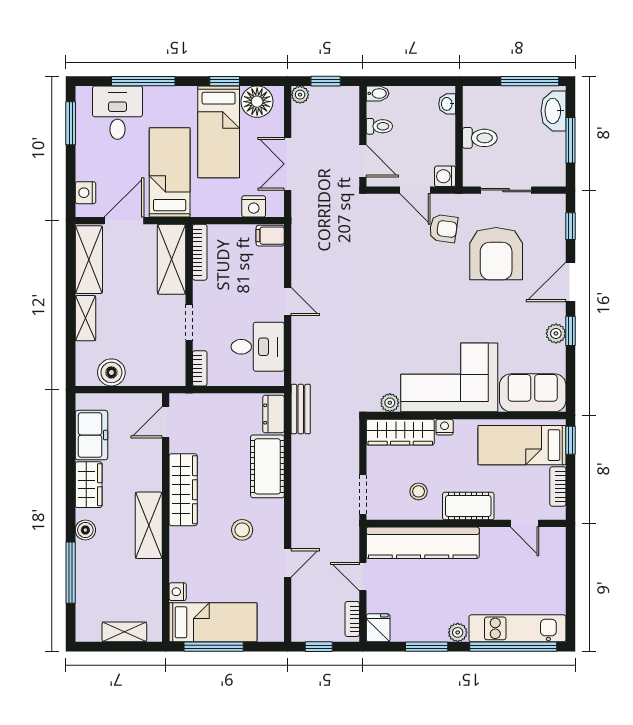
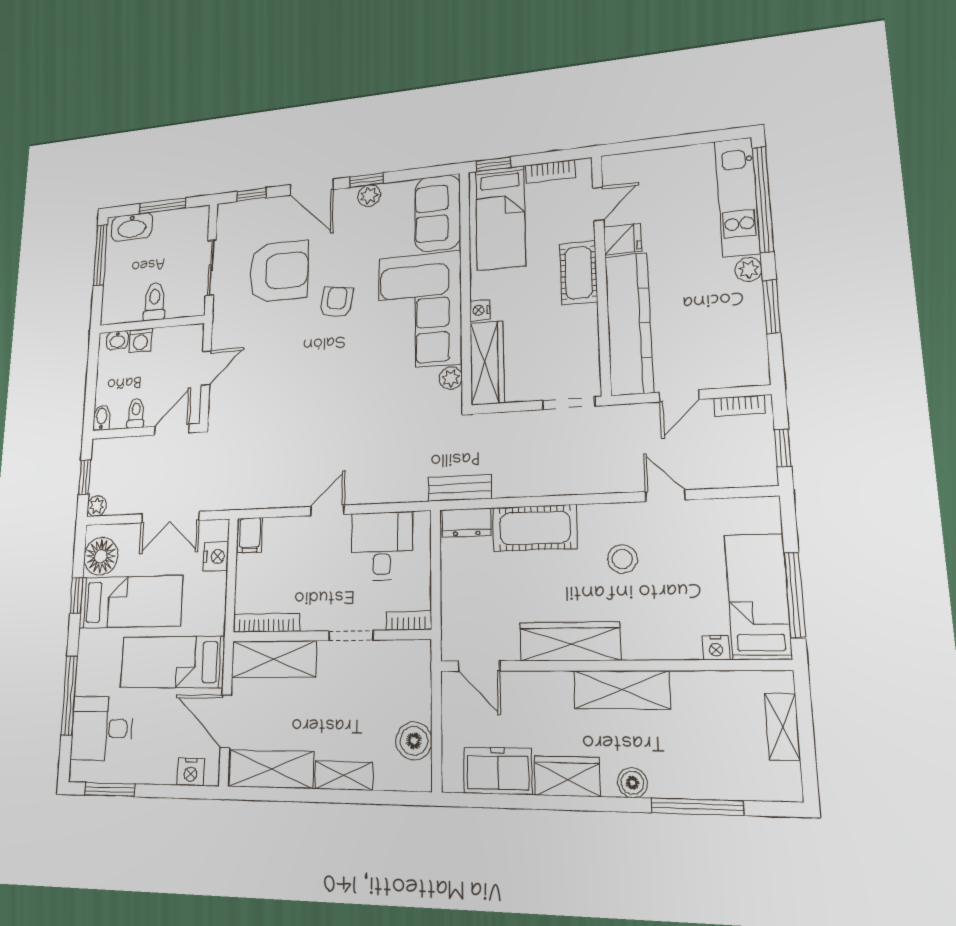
washing machine: (445, 176) -> (140, 340), moved
armchair: (443, 228) -> (337, 302), moved
stool: (419, 491) -> (562, 334), removed
fridge: (378, 628) -> (623, 239), moved, turned 180

